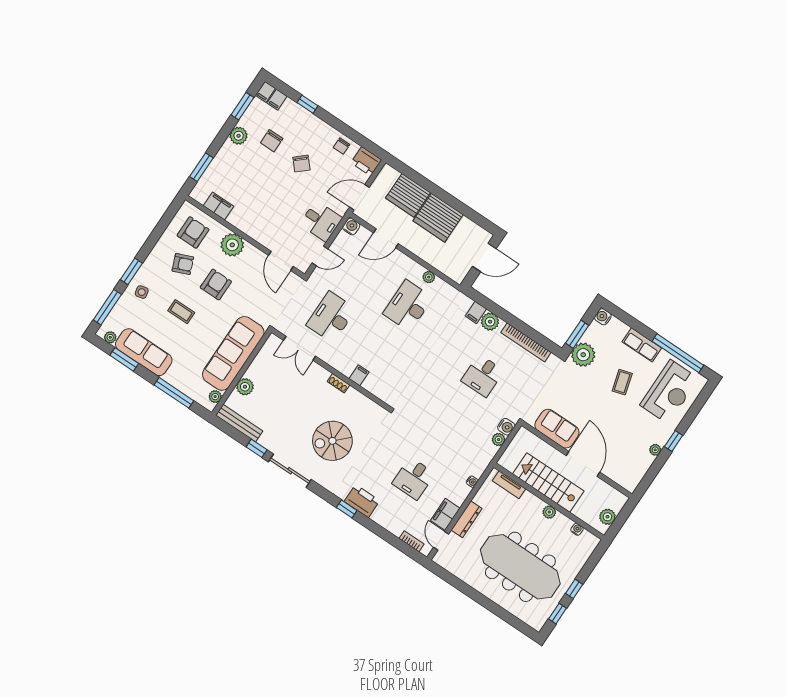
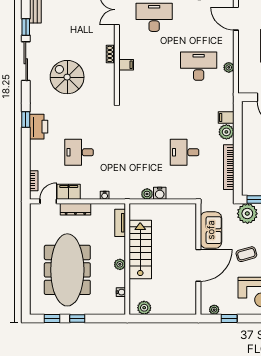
sofa: (557, 429) -> (211, 230), moved
wall: (577, 460) -> (198, 259), moved
door: (583, 464) -> (198, 265), moved

